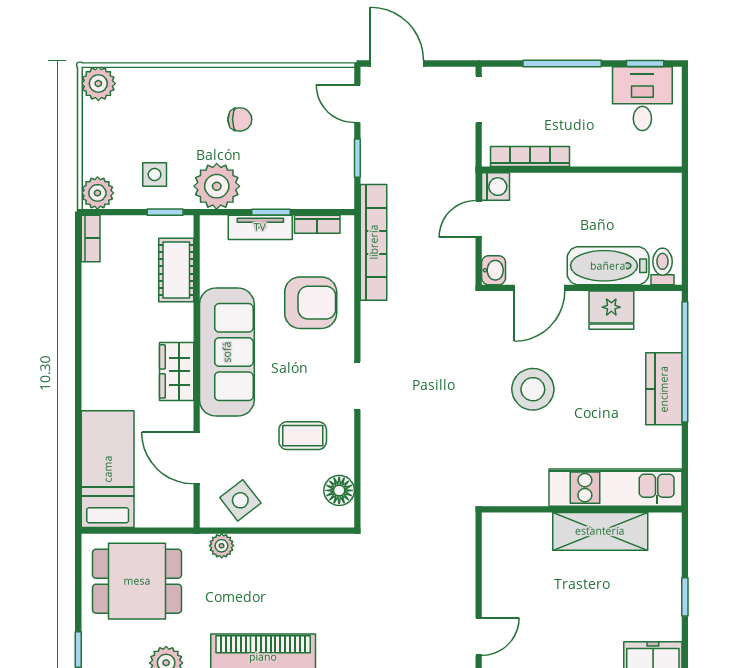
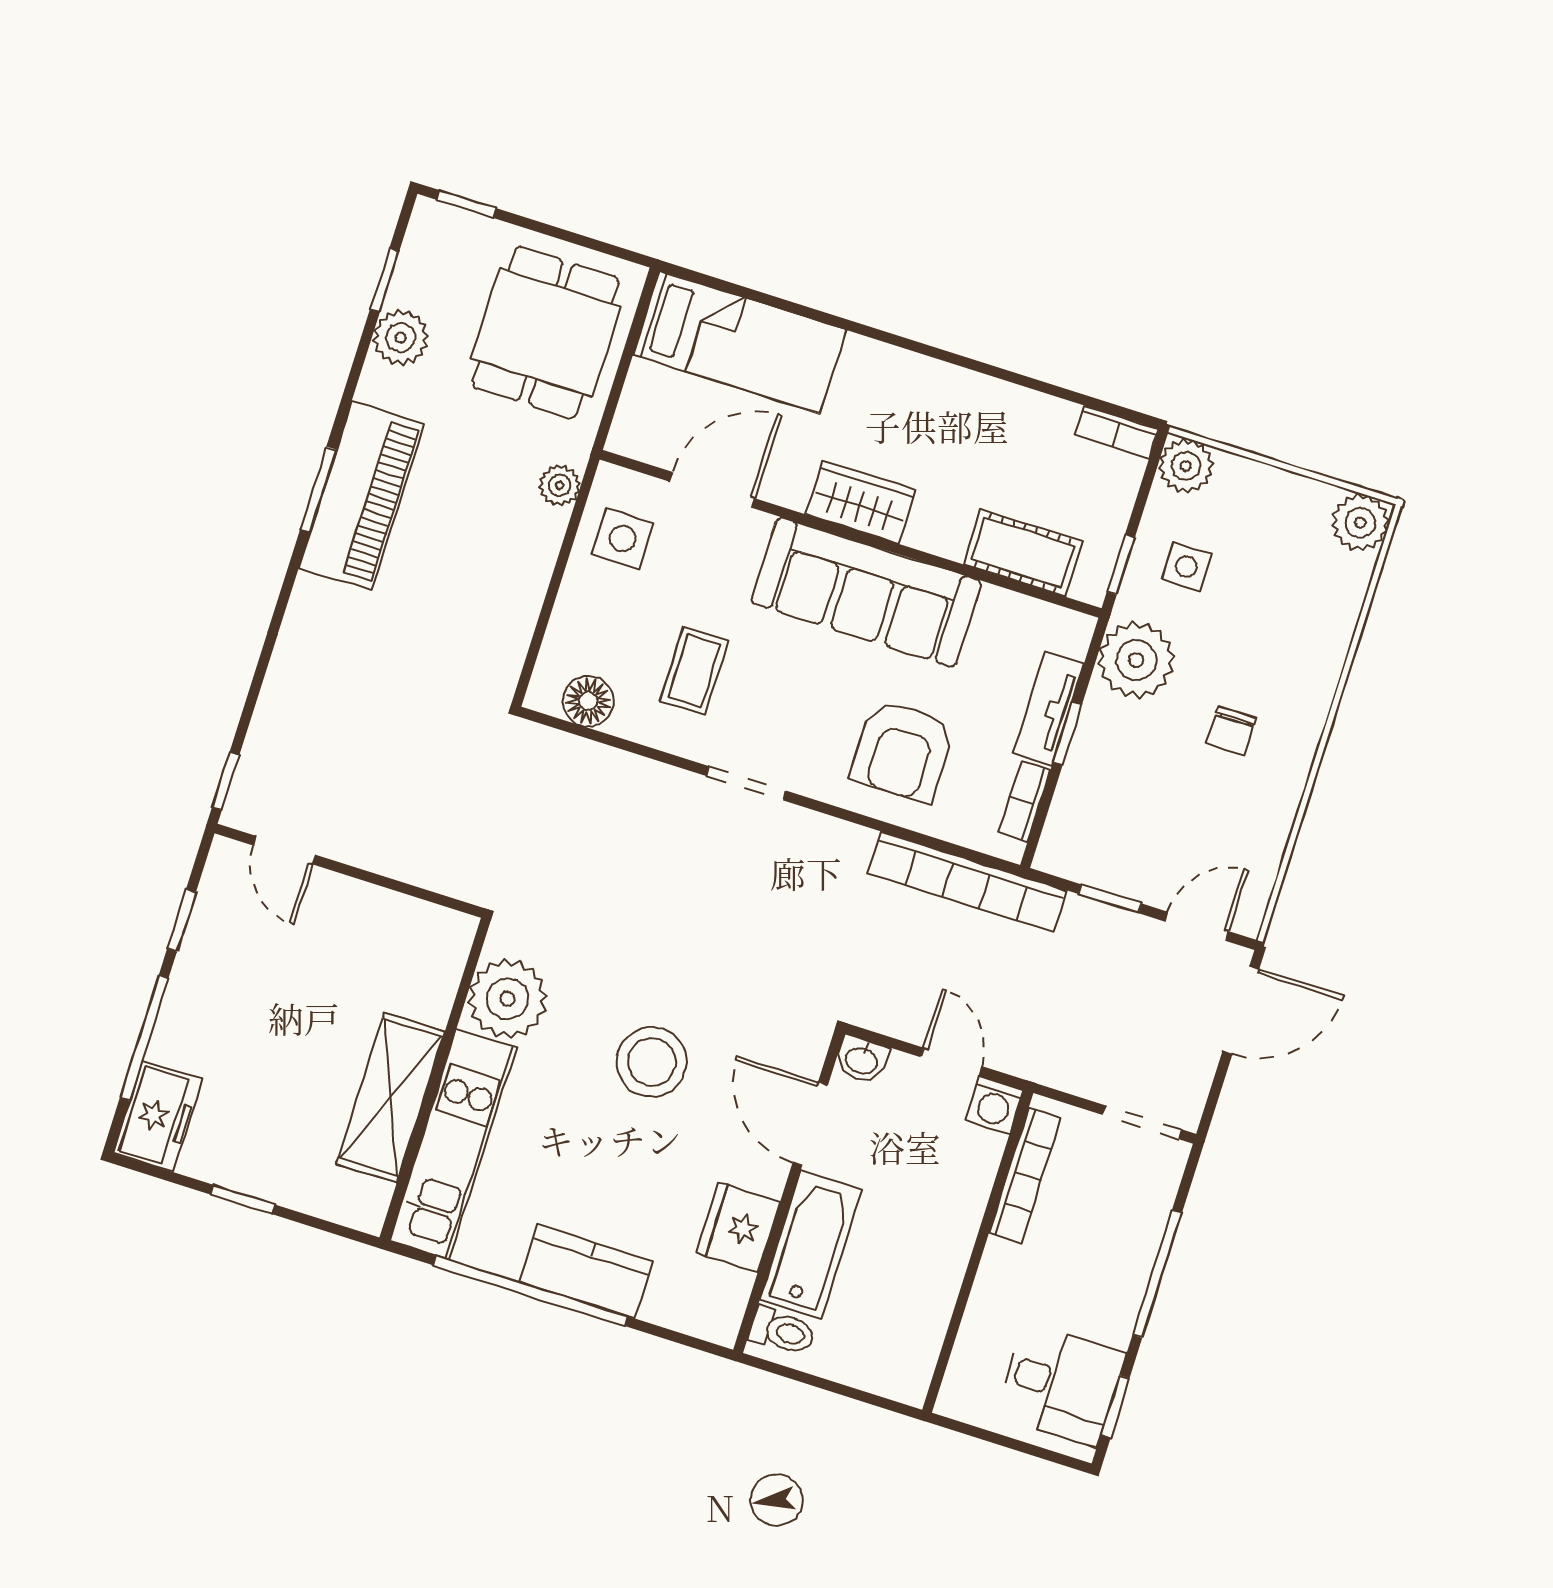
window: (685, 362) -> (530, 1291), moved
plant: (523, 483) -> (508, 999), added
side table: (240, 500) -> (623, 538), turned 38

